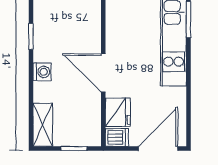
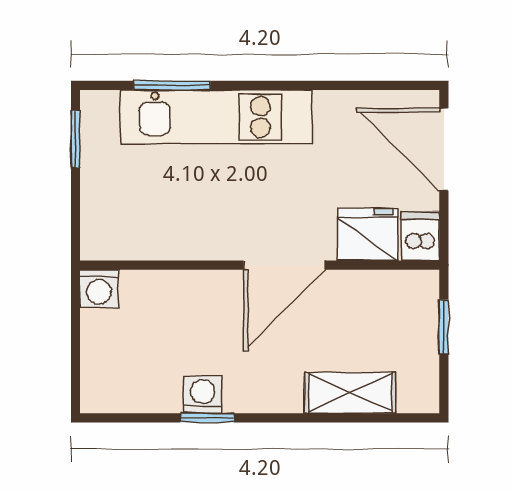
washing machine: (42, 72) -> (203, 395), moved
shelving: (43, 125) -> (350, 393), moved

